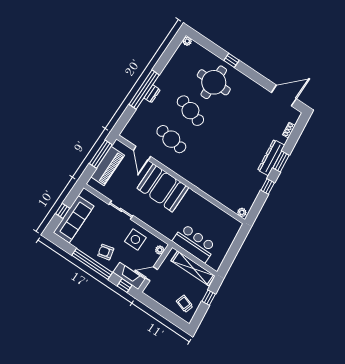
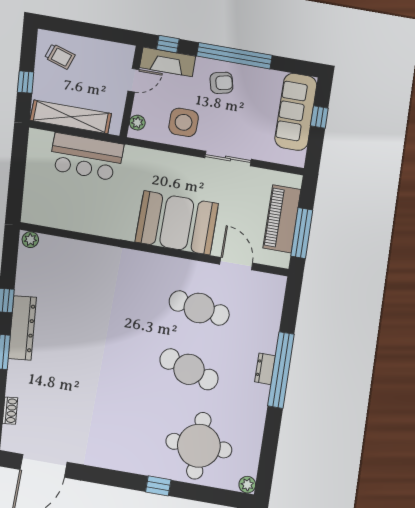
round table: (214, 82) -> (199, 446), moved
dresser: (271, 158) -> (22, 328), moved

